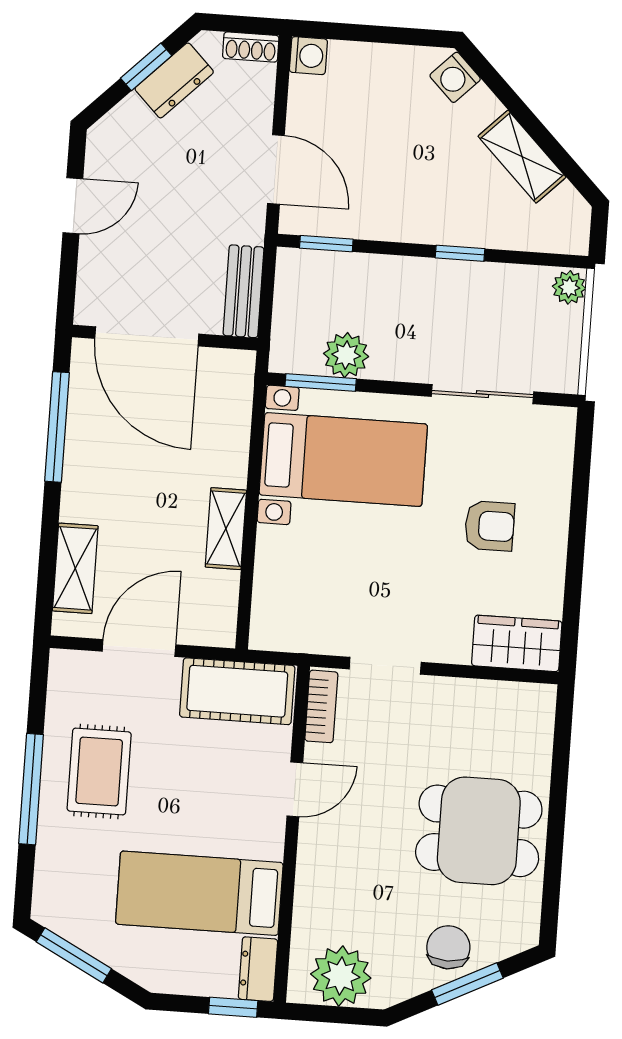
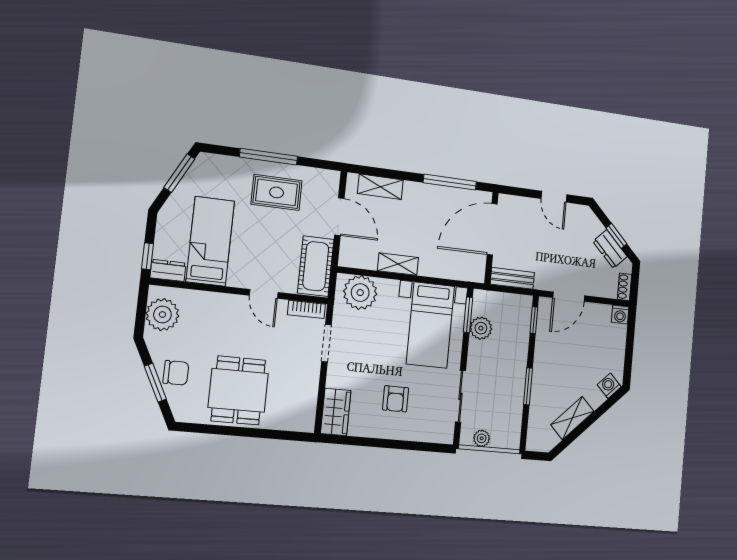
window: (460, 253) -> (528, 386), width x1.50
plant: (569, 287) -> (482, 438), moved
plant: (285, 602) -> (360, 293), added

